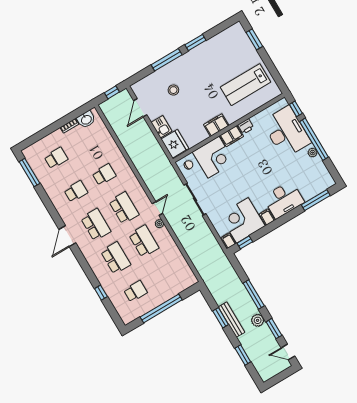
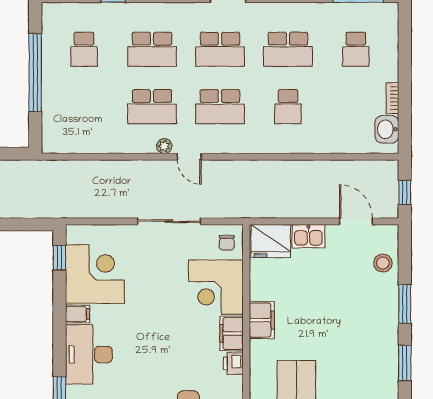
window: (167, 60) -> (405, 304), width x0.69
stool: (173, 90) -> (383, 263), moved
school desk: (76, 191) -> (288, 49), width x1.85
filing cabinet: (228, 241) -> (77, 235), removed

